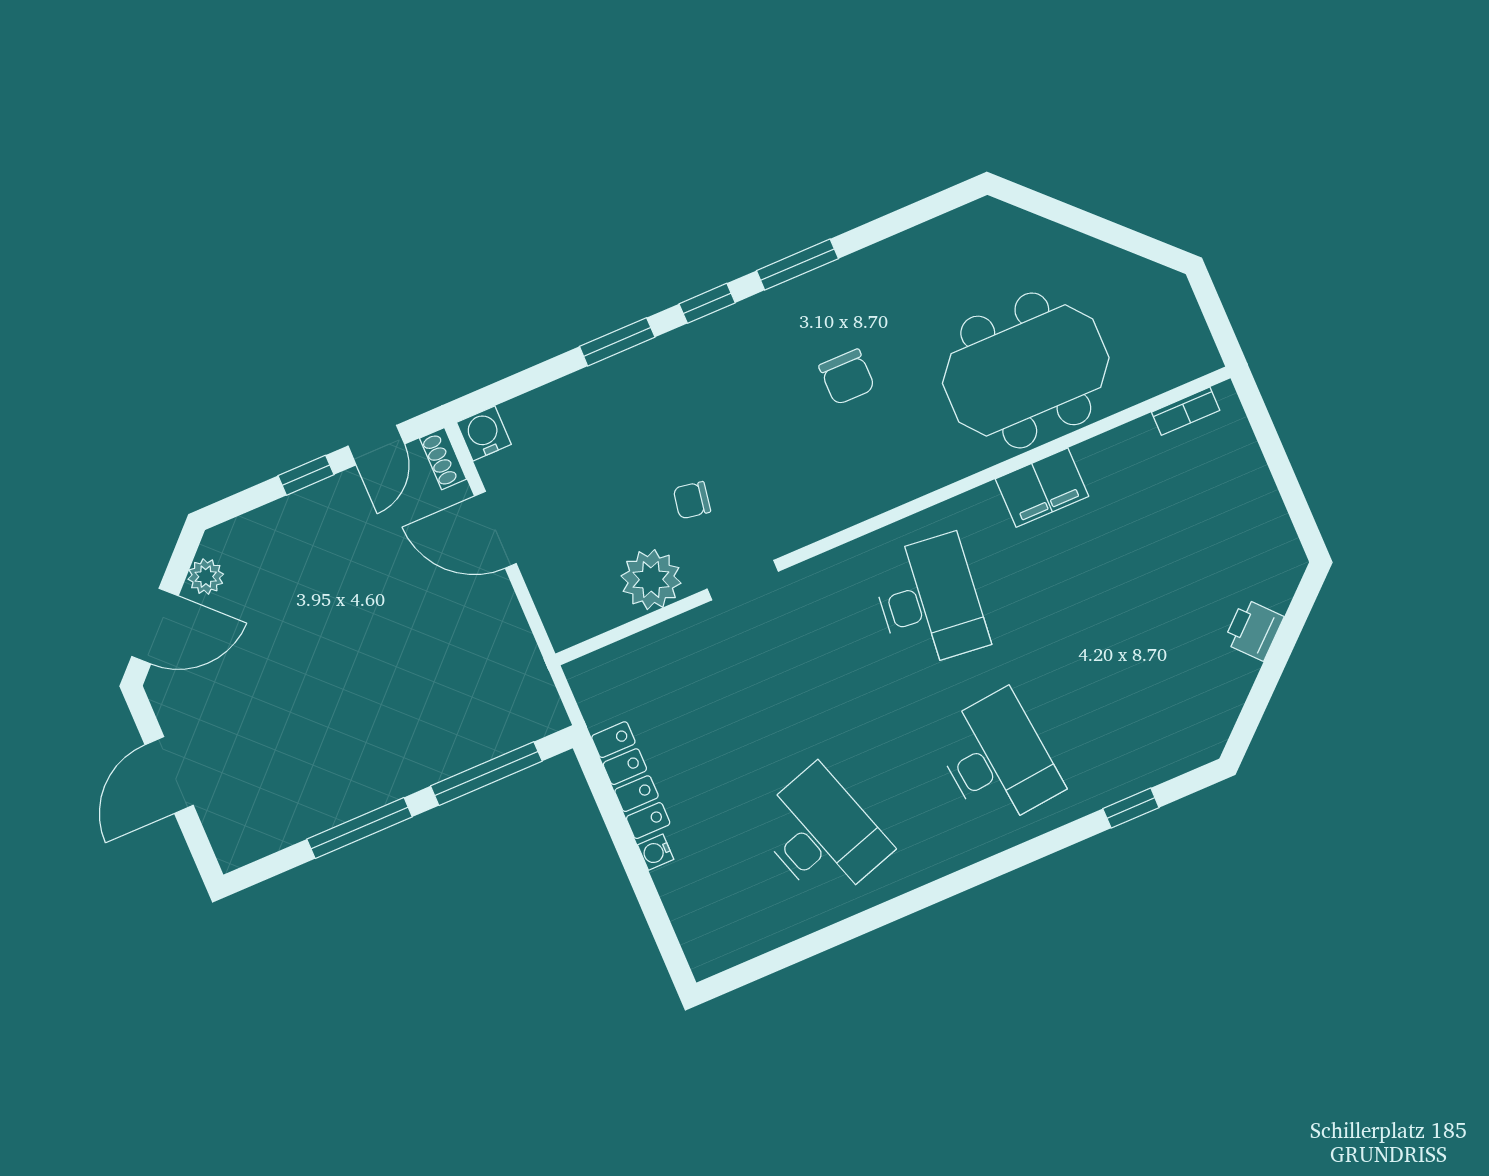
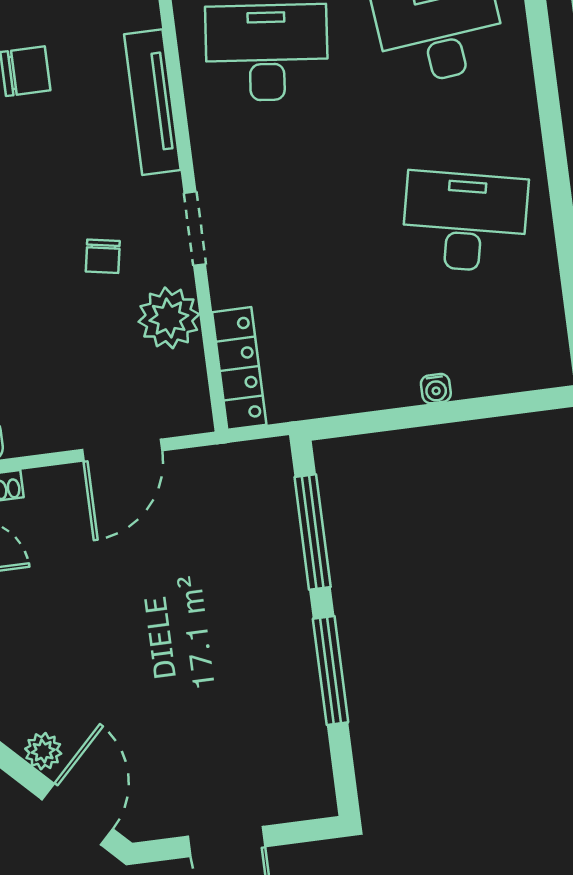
tv unit: (852, 506) -> (152, 102), added
door: (495, 530) -> (122, 450), moved
locker: (631, 780) -> (239, 368), moved, turned 90
desk: (822, 835) -> (465, 222), turned 30

